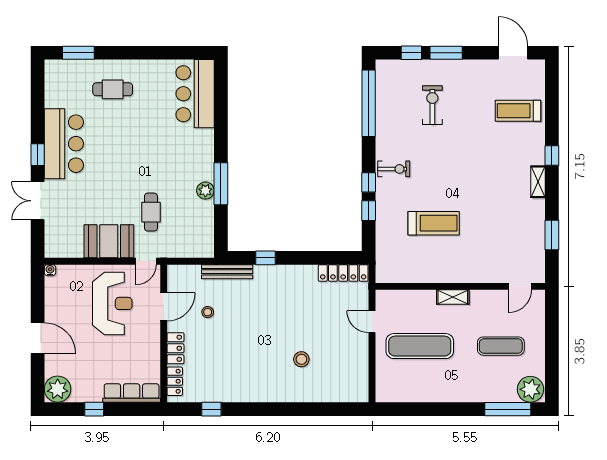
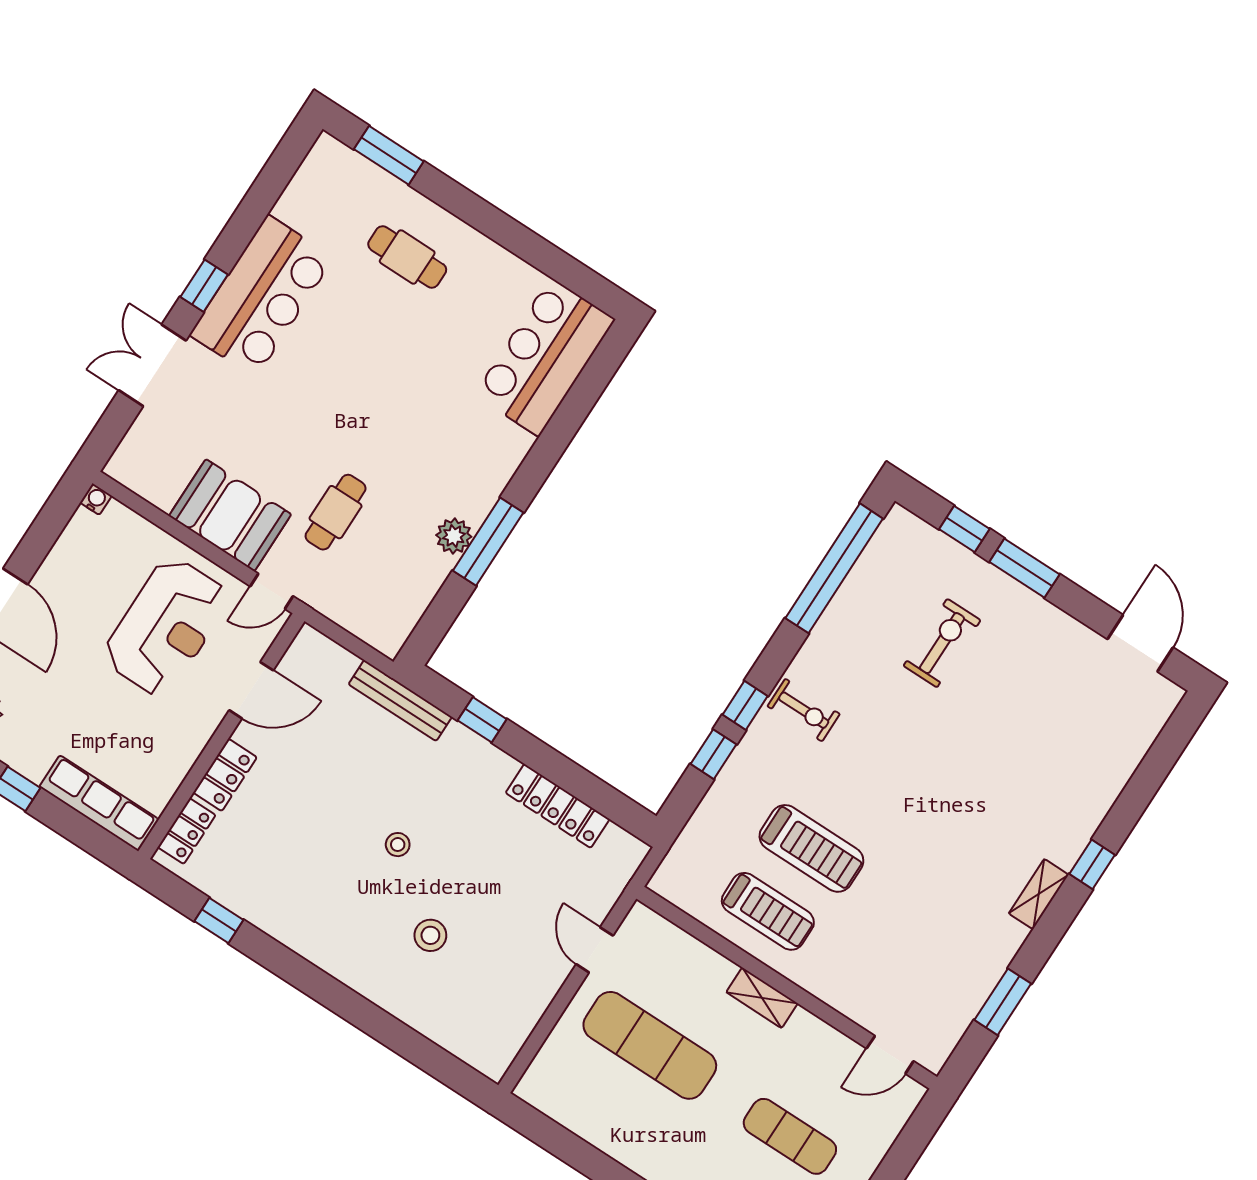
treadmill: (518, 111) -> (768, 911), moved, turned 180
locker: (343, 273) -> (558, 806), moved
stool: (208, 312) -> (398, 845), moved

